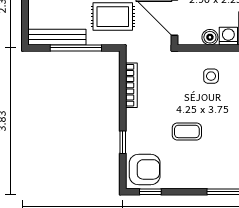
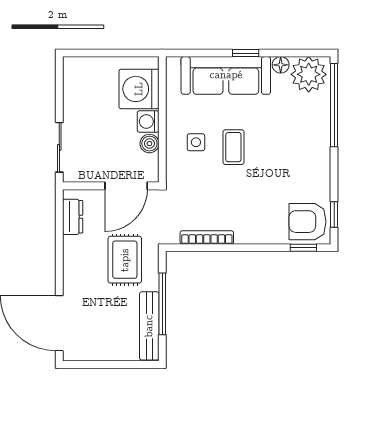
coffee table: (187, 131) -> (233, 147), moved
window: (123, 142) -> (303, 248), moved
armchair: (145, 169) -> (308, 222), turned -90

